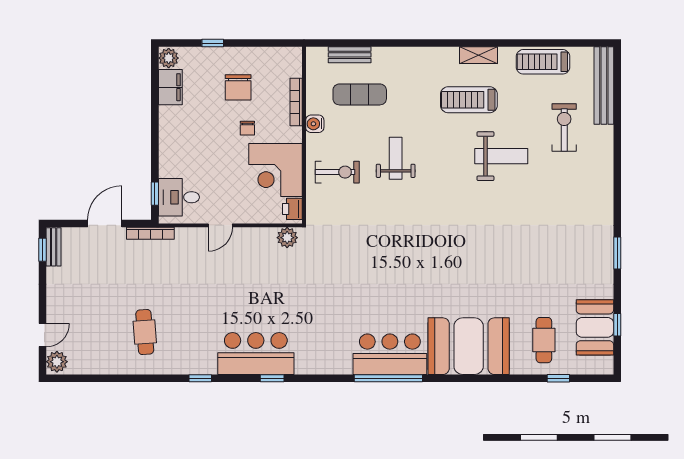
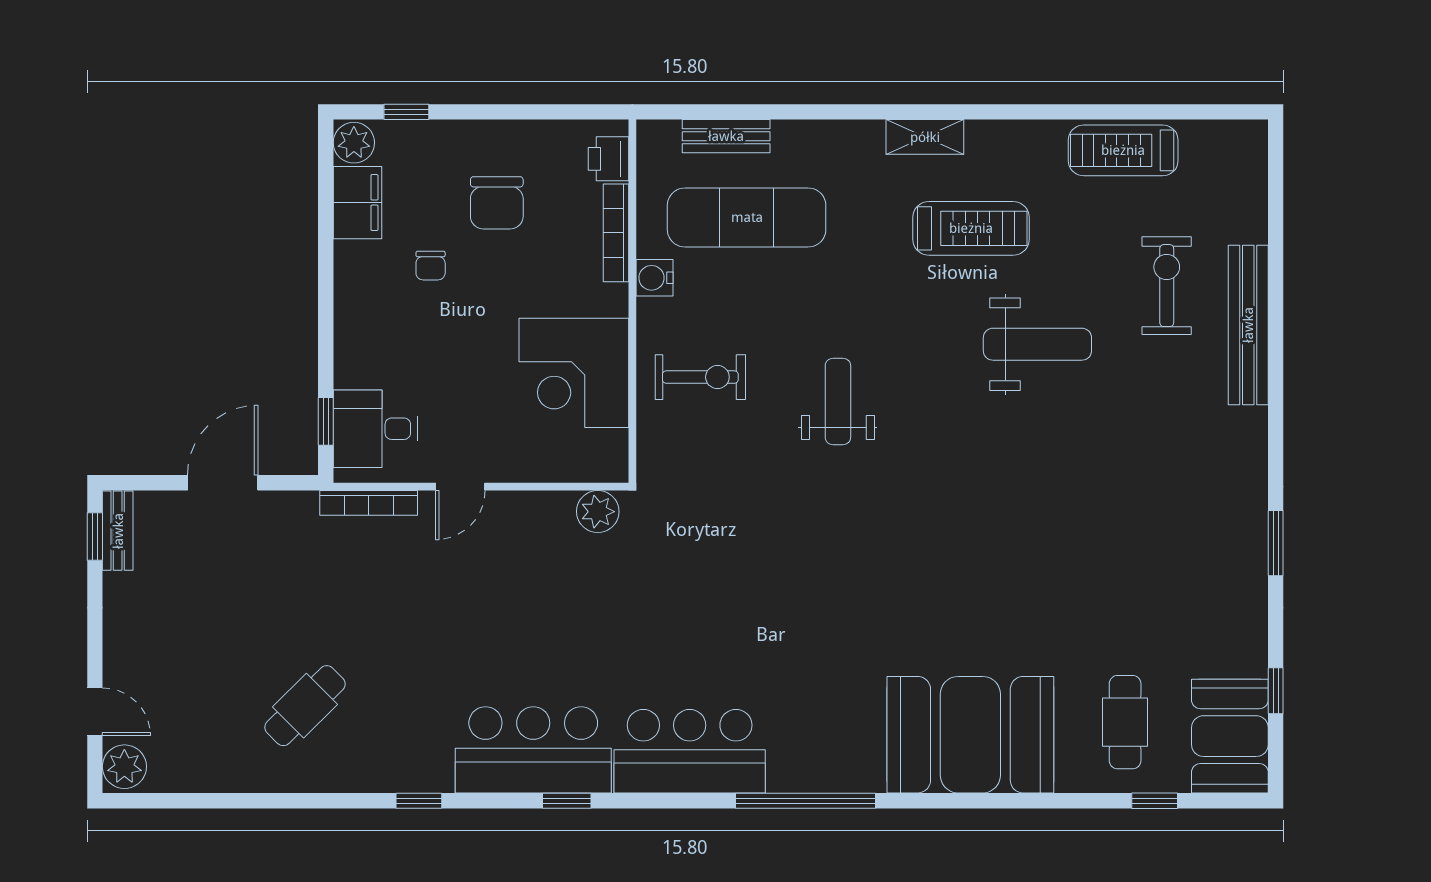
window: (213, 43) -> (406, 112), moved
shelving: (479, 55) -> (925, 137), moved
bench: (604, 86) -> (1248, 325), moved
exercise mat: (360, 94) -> (747, 217), width x1.36, depth x1.45
treadmill: (469, 100) -> (971, 228), turned 180
chair: (247, 128) -> (431, 266), moved
weight bench: (396, 158) -> (838, 401), moved
printer: (292, 209) -> (608, 159), moved
bookcase: (150, 233) -> (369, 503), moved
booth: (595, 327) -> (1230, 736), moved
cafe table: (145, 332) -> (305, 706), turned 49
door: (42, 335) -> (95, 712), hinge flipped
bar counter: (390, 354) -> (690, 751), moved

